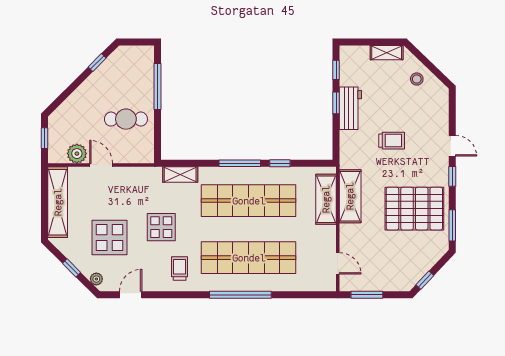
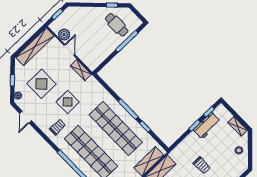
workbench: (350, 108) -> (207, 126), moved
cafe table: (126, 119) -> (117, 25), moved
shelving: (180, 175) -> (81, 70), moved
door: (131, 295) -> (26, 117), swing flipped

